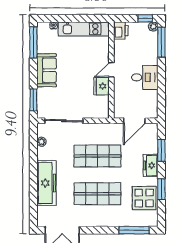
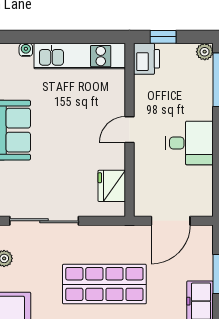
window: (145, 18) -> (163, 37), moved
fridge: (101, 86) -> (112, 186), moved

